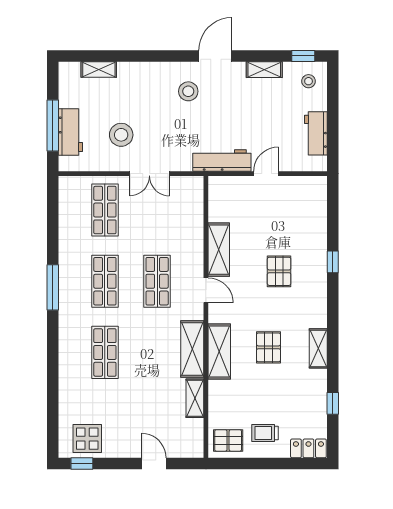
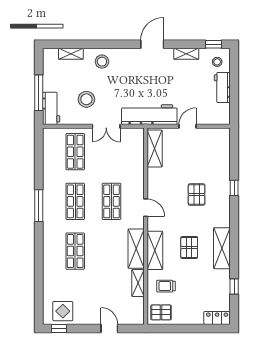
stool: (188, 91) -> (102, 62), moved
workbench: (70, 132) -> (51, 108), moved
workbench: (316, 133) -> (222, 87), moved
workbench: (222, 160) -> (149, 115), width x1.36, depth x1.32
shelving: (219, 250) -> (155, 149), moved
shelving: (318, 348) -> (222, 248), width x1.50, depth x1.33
trolley: (265, 433) -> (166, 286), moved

